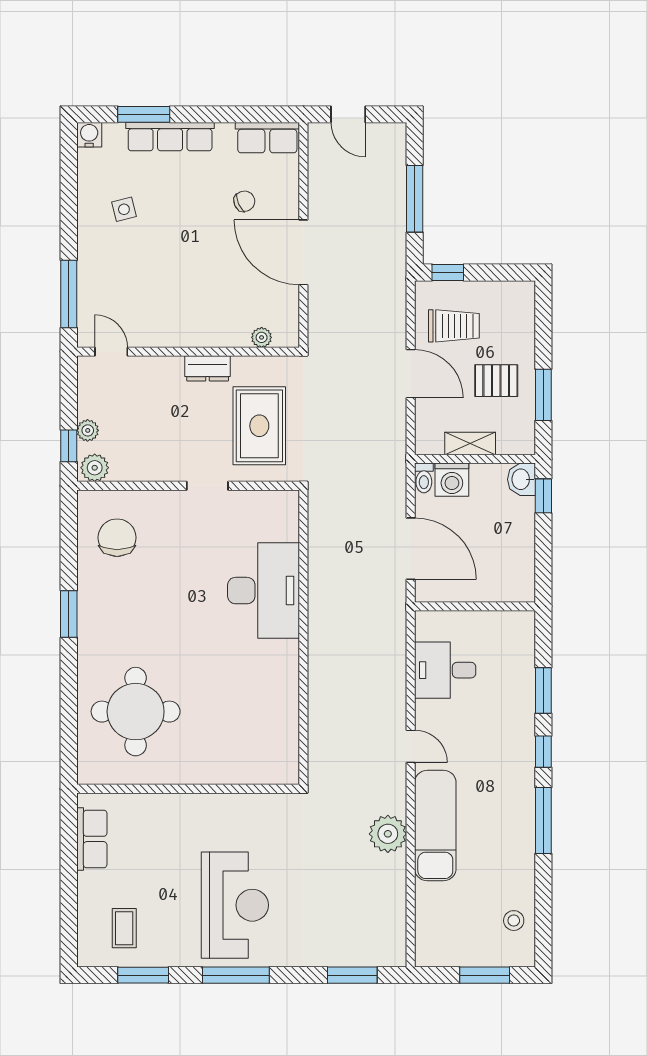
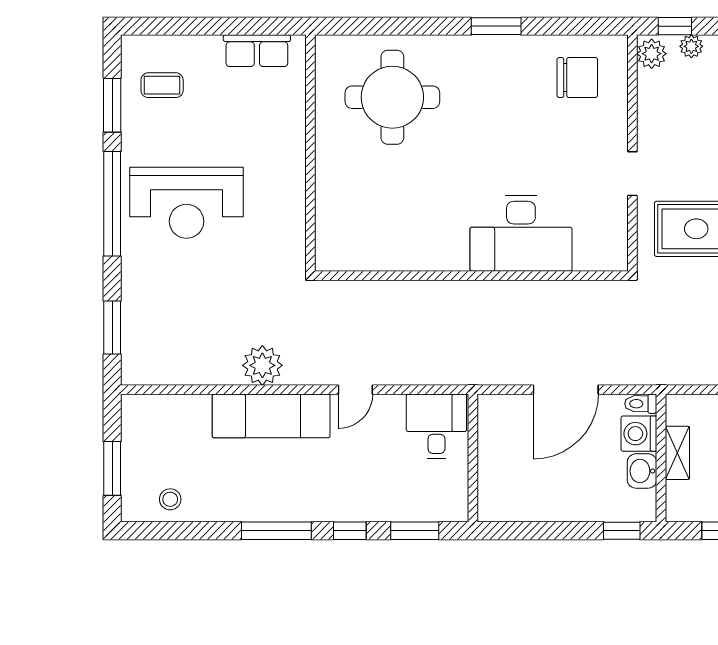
washbasin: (521, 479) -> (642, 471), moved, turned -90
wall: (475, 606) -> (473, 458), moved
window: (236, 975) -> (112, 204), width x1.46

